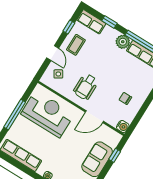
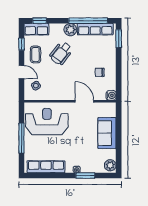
window: (109, 22) -> (40, 21), moved
wheelchair: (86, 87) -> (61, 53), moved, turned 38
door: (94, 117) -> (84, 101), swing flipped
window: (115, 155) -> (119, 122), removed

